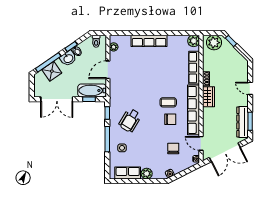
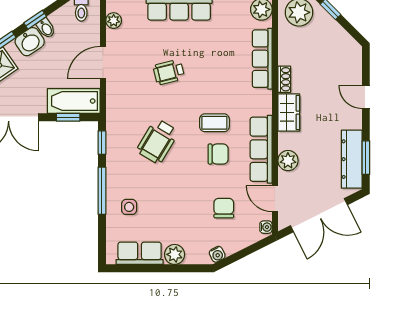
wheelchair: (144, 75) -> (169, 72), added
row of seats: (194, 110) -> (261, 149), width x0.73
wheelchair: (130, 120) -> (158, 141), moved
plant: (208, 123) -> (288, 161), added

